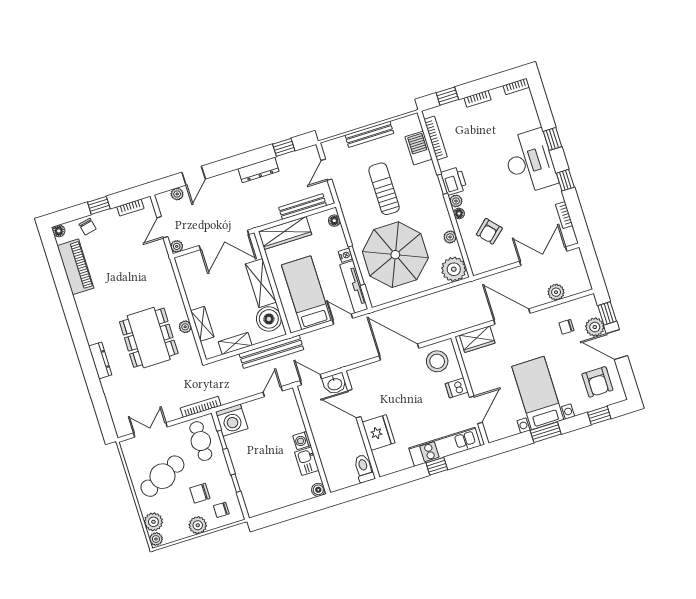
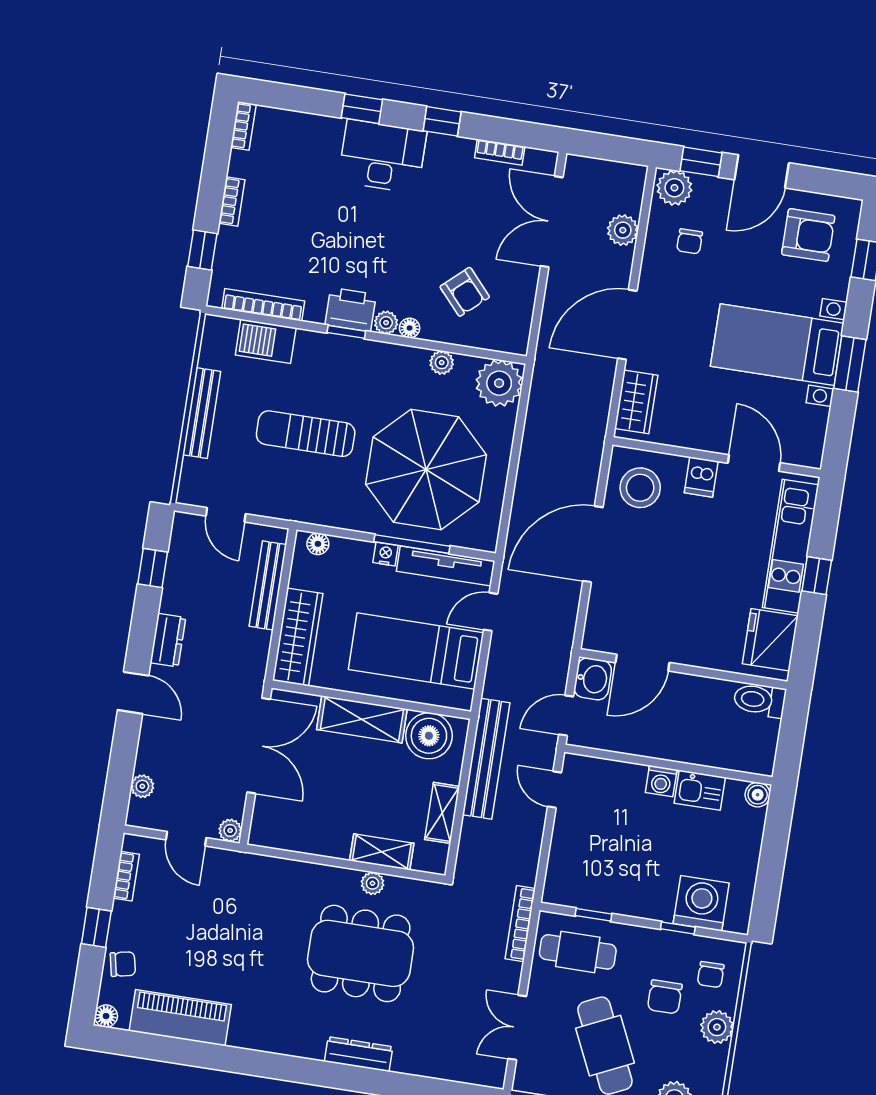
desk: (530, 161) -> (382, 156), width x0.73, depth x0.77
dresser: (259, 170) -> (168, 640), width x0.70
door: (194, 176) -> (133, 693), moved
plant: (595, 327) -> (674, 188), moved
washing machine: (232, 420) -> (701, 903), moved, turned -90
fridge: (378, 432) -> (770, 640), moved, turned -90

